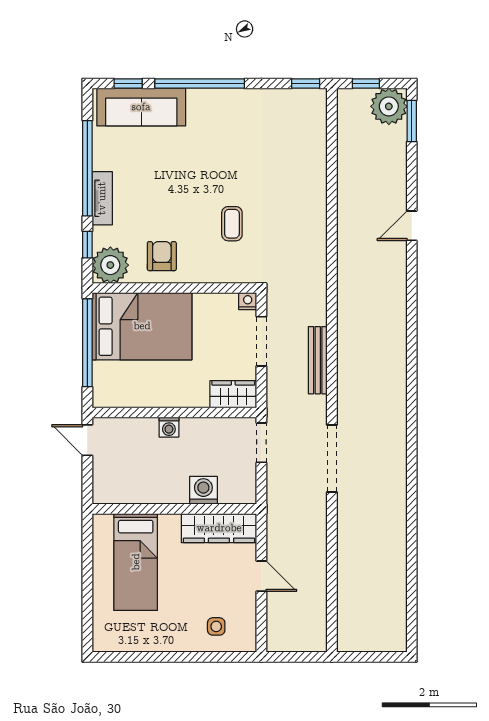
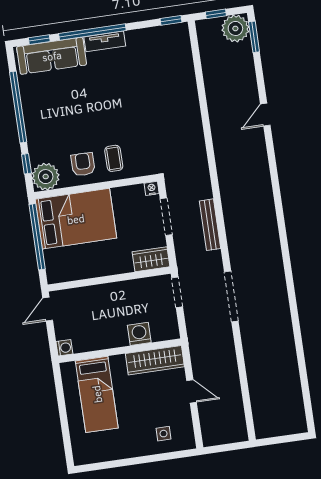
tv unit: (102, 198) -> (105, 41), moved, turned 90
coffee table: (232, 224) -> (114, 158), moved
washing machine: (169, 427) -> (64, 348), moved, turned -90
door: (87, 440) -> (48, 309), hinge flipped

